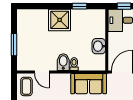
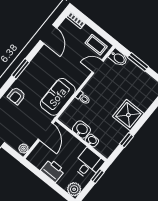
washbasin: (101, 32) -> (92, 141), added
bidet: (63, 62) -> (118, 58), moved

